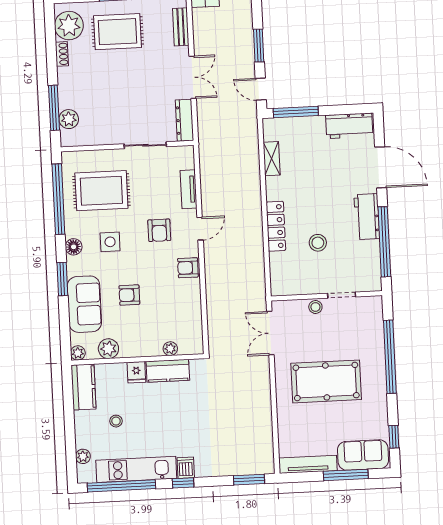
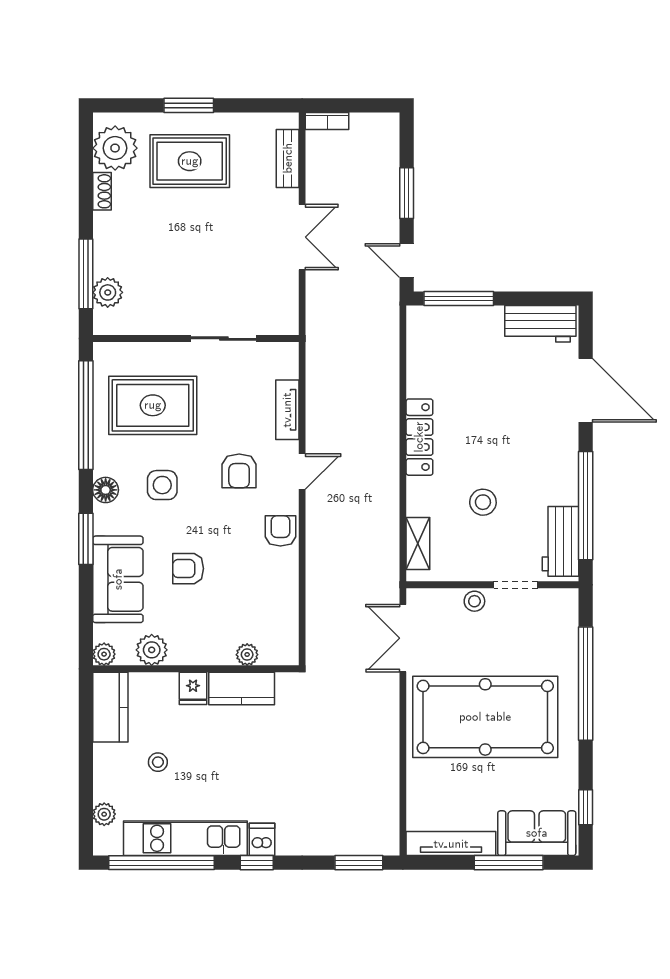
dresser: (184, 120) -> (286, 303), removed
shelving: (272, 159) -> (418, 544), moved
workbench: (367, 217) -> (561, 541), moved
locker: (276, 226) -> (419, 437), moved
armchair: (188, 268) -> (280, 531), turned 90
pool table: (326, 381) -> (485, 717), width x1.36, depth x1.32

